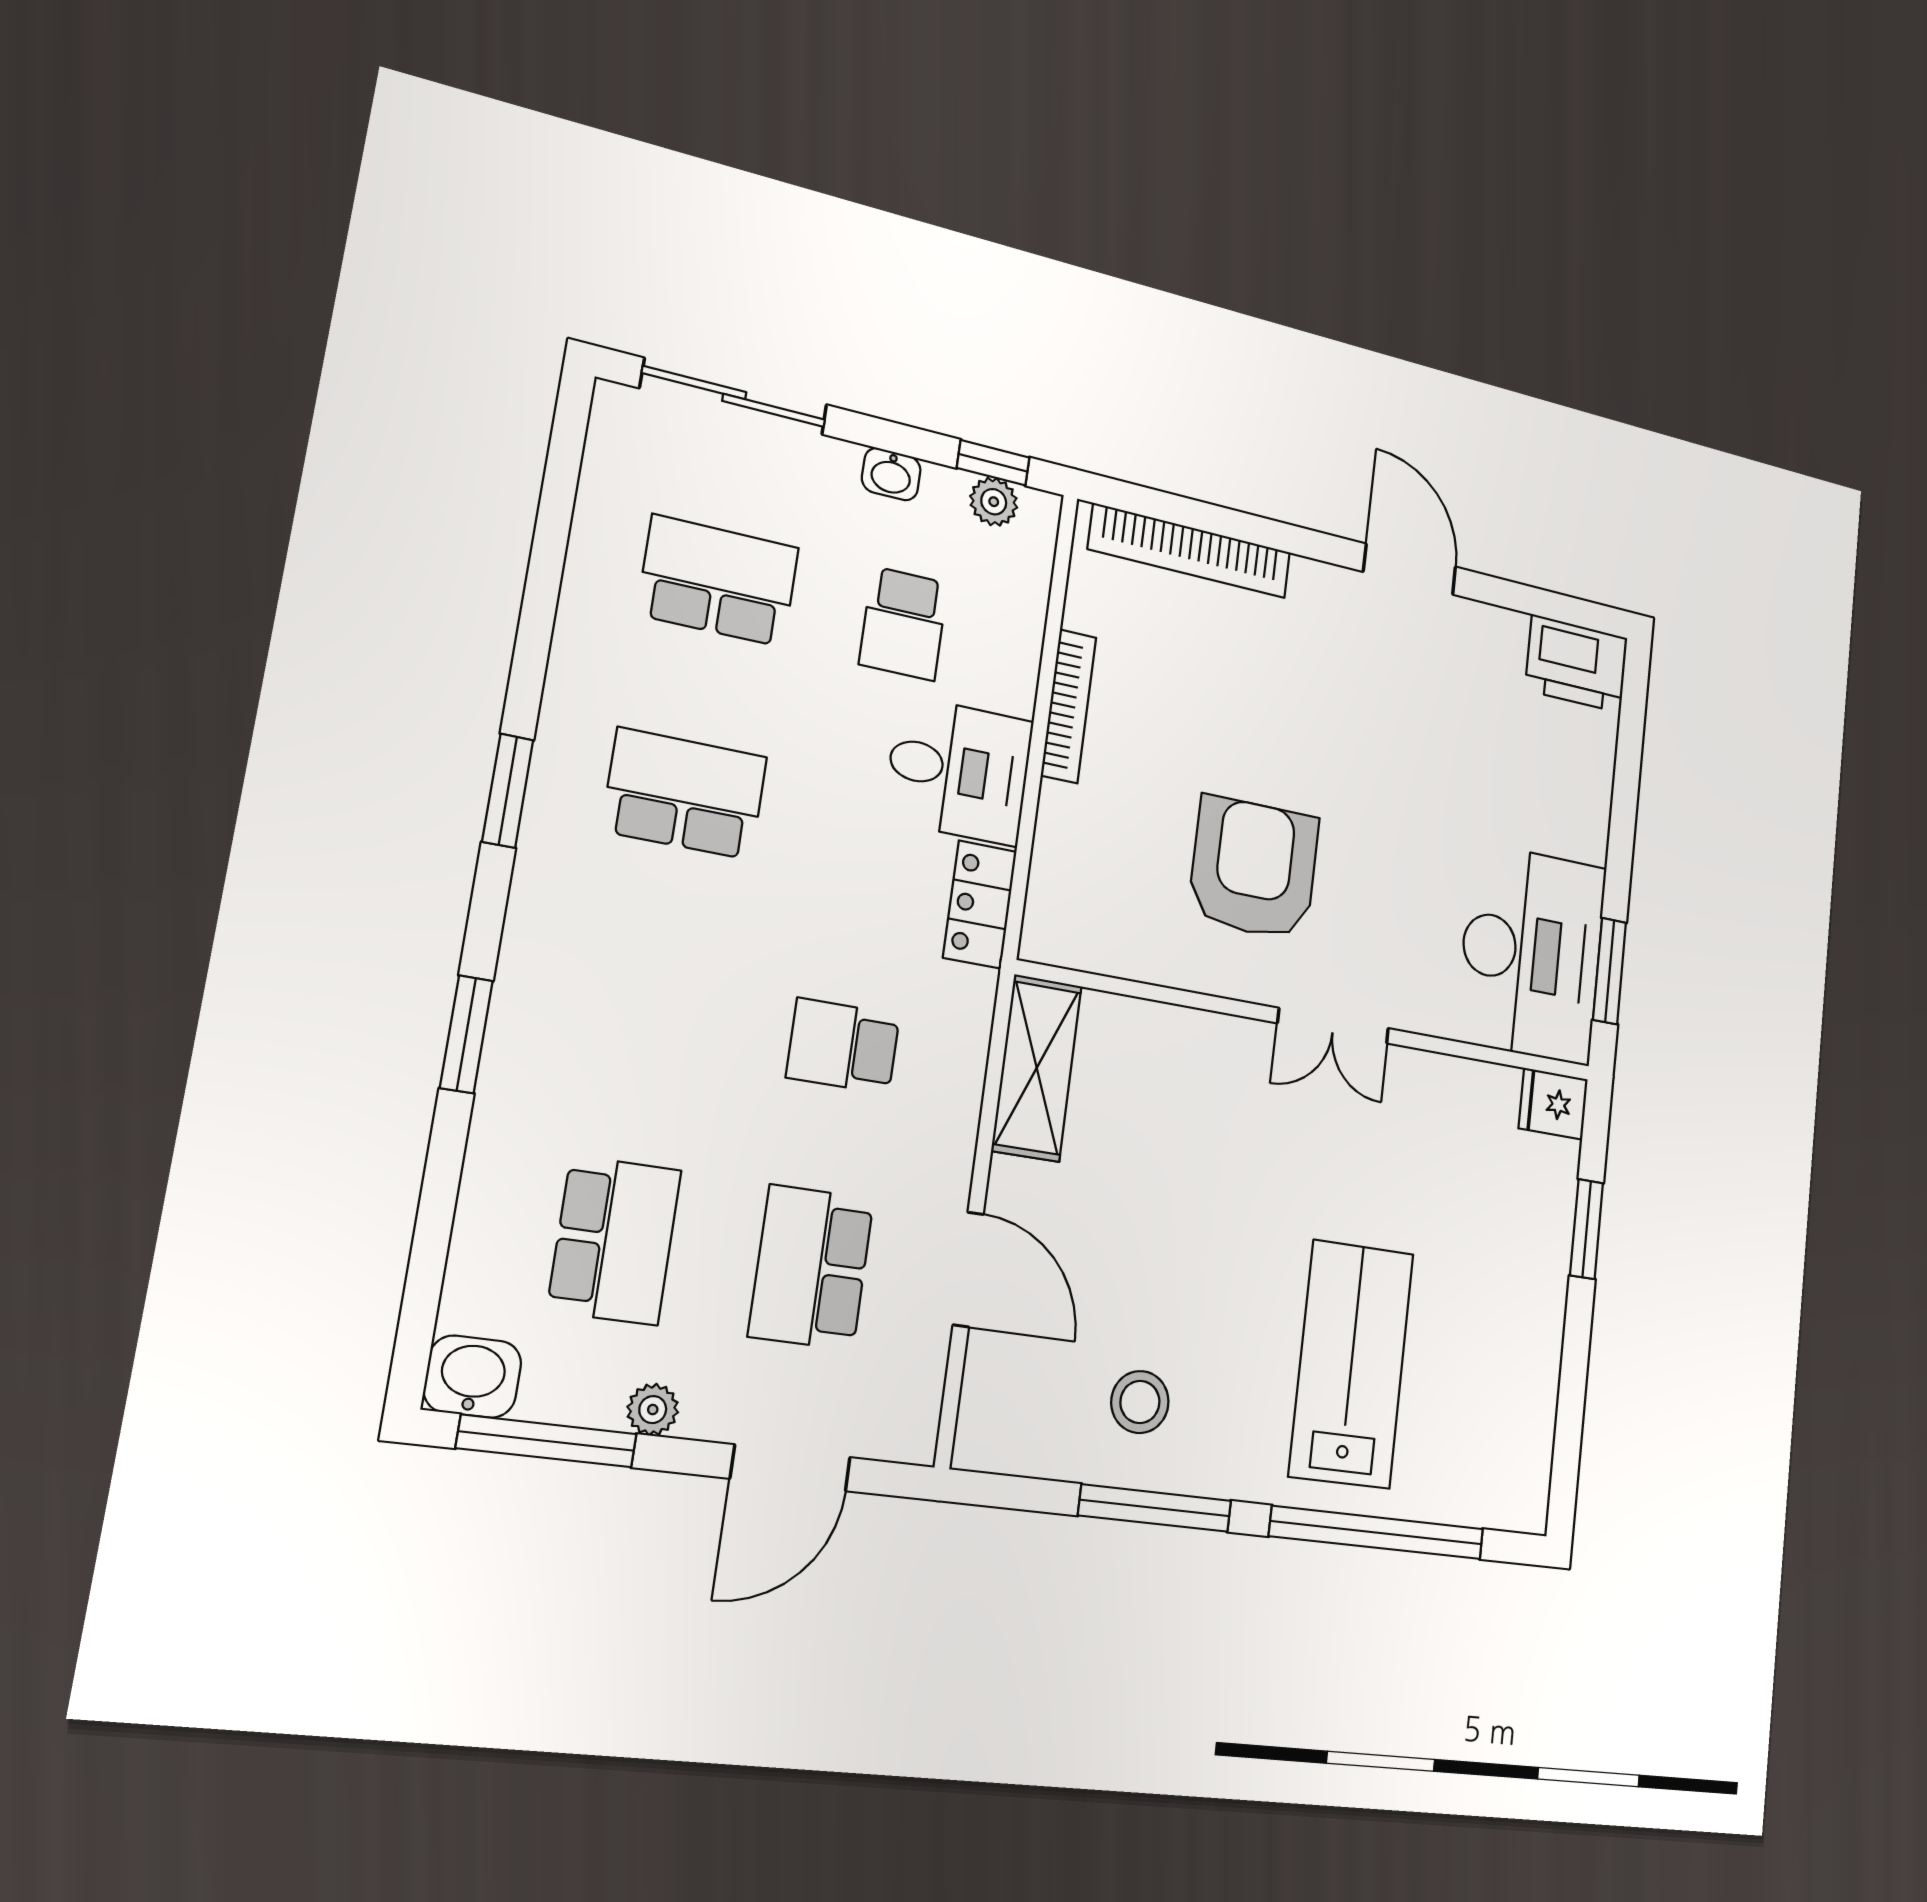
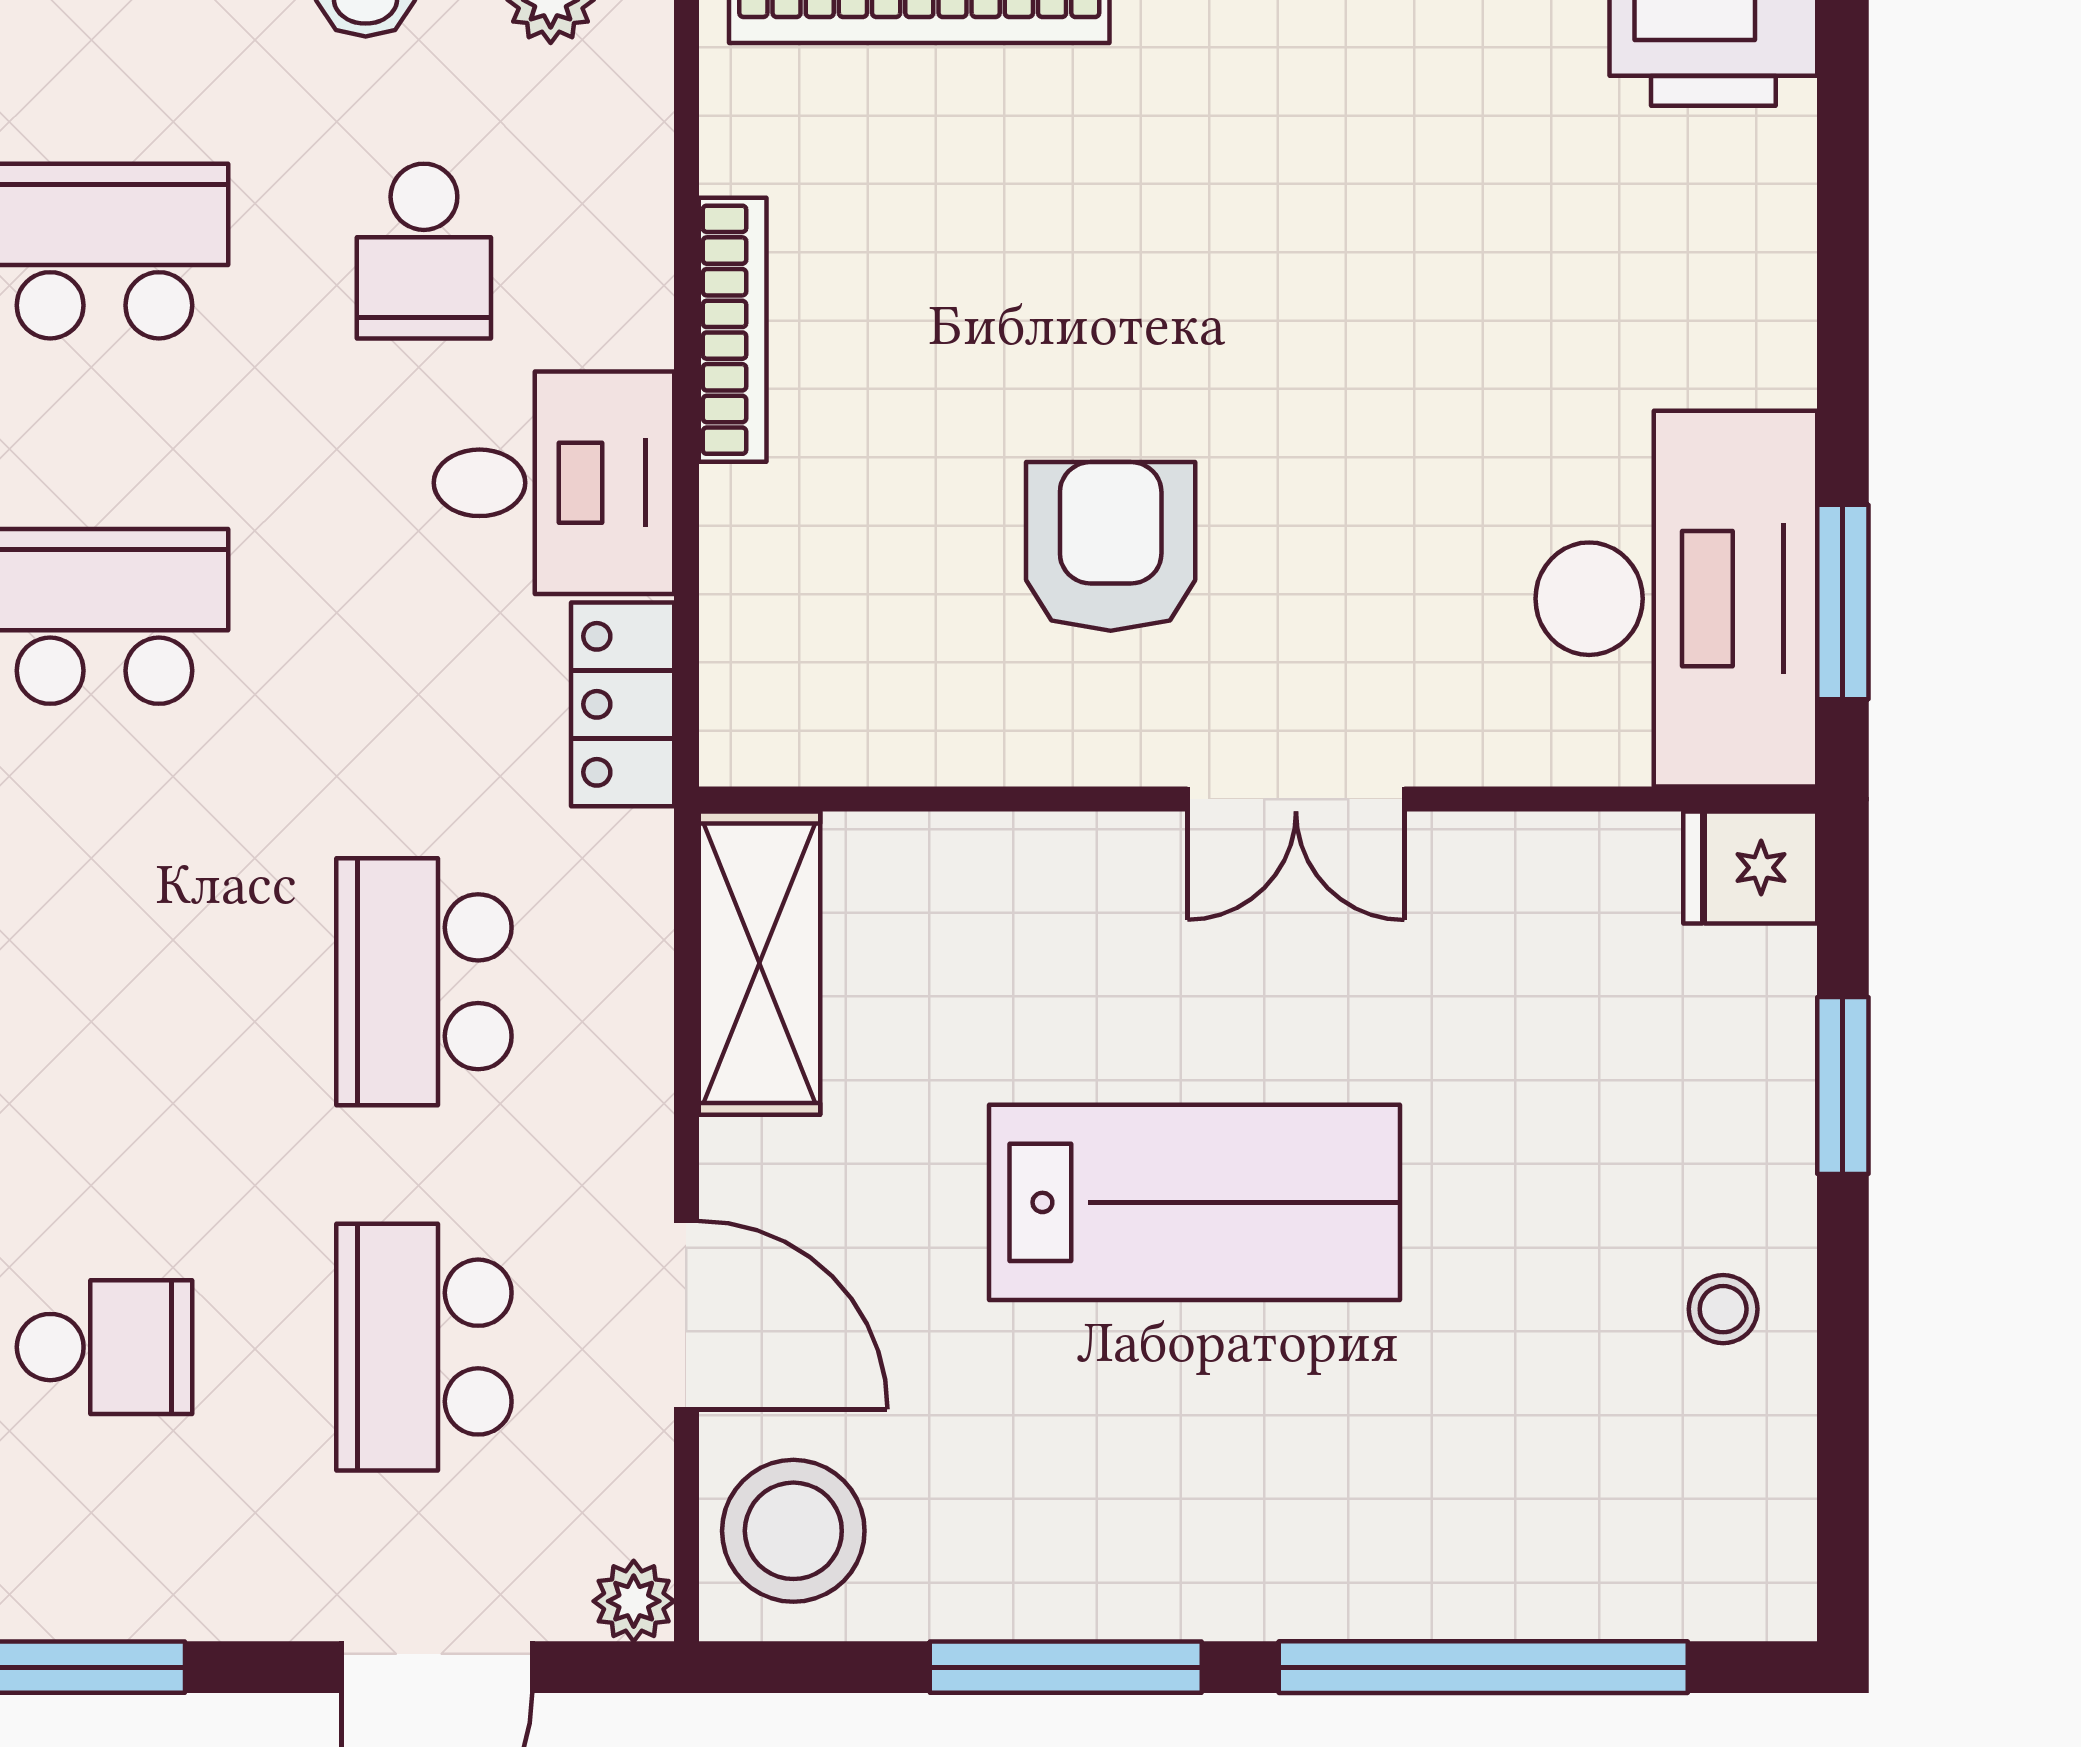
armchair: (1254, 868) -> (1111, 546), width x0.73, depth x0.73
school desk: (843, 1046) -> (424, 982), width x1.85
school desk: (614, 1240) -> (105, 1347), width x0.54
stool: (1518, 1344) -> (1723, 1309), added
lab bench: (1351, 1364) -> (1194, 1202), moved, turned 90
stool: (1140, 1402) -> (793, 1531), moved, width x1.38, depth x1.38
plant: (653, 1410) -> (634, 1601), moved

